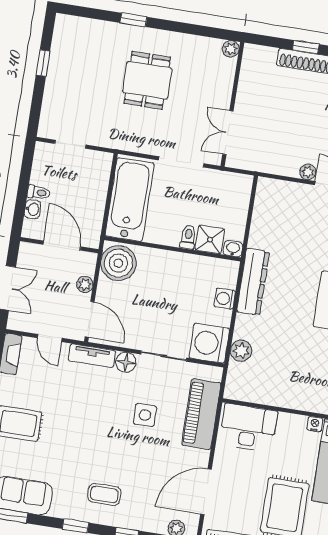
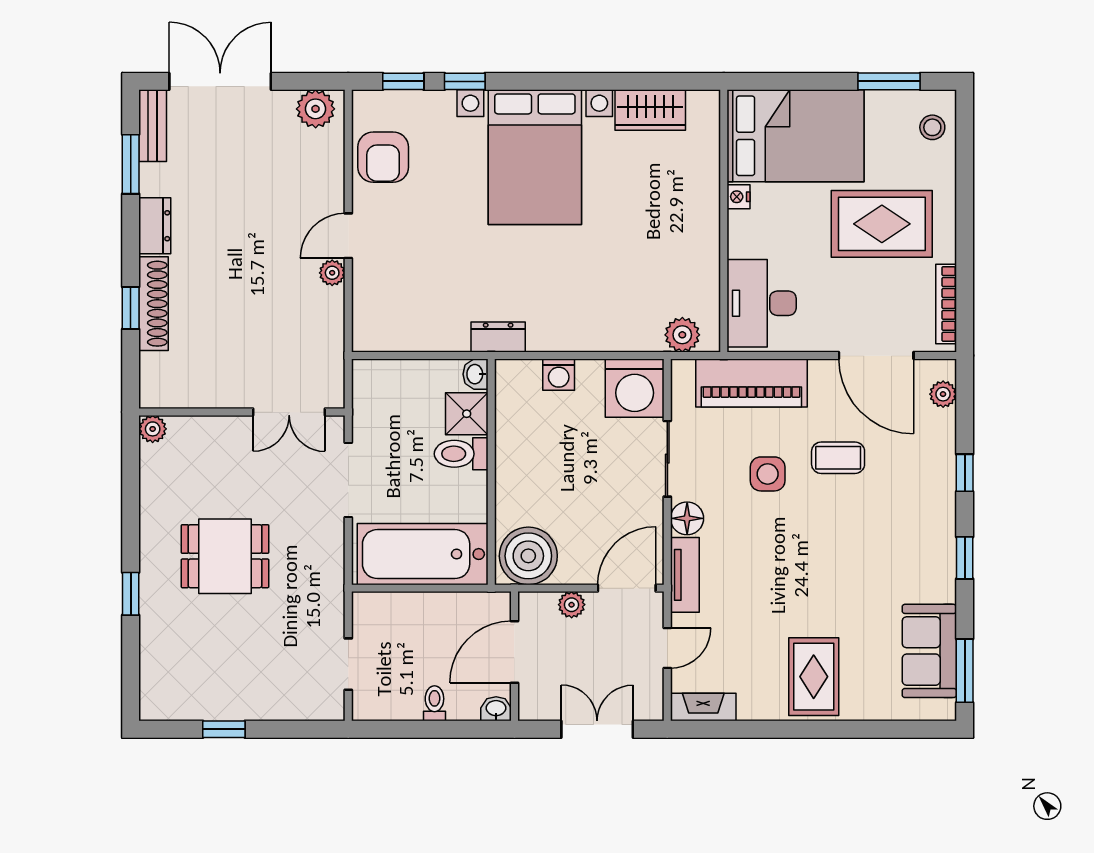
washbasin: (32, 209) -> (496, 709), moved
toilet: (188, 237) -> (461, 454), width x1.37, depth x1.39
dresser: (253, 282) -> (498, 337), width x0.51, depth x0.80
plant: (241, 351) -> (682, 335), moved
coffee table: (104, 494) -> (838, 458), moved, turned 90

